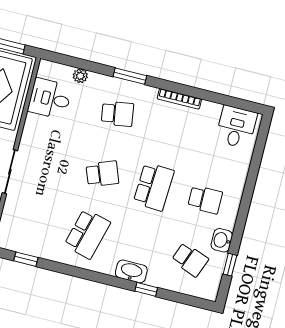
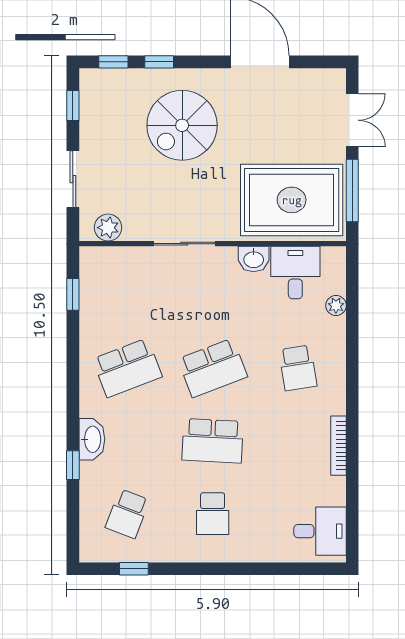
window: (130, 76) -> (352, 372), removed
school desk: (102, 174) -> (213, 368), width x1.85
school desk: (87, 234) -> (127, 368), turned -36
washbasin: (222, 240) -> (254, 259), moved, turned 180

